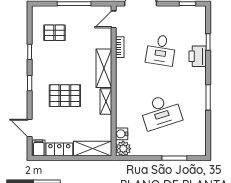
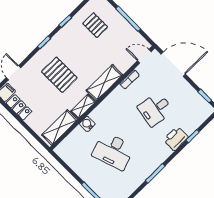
water cooler: (122, 134) -> (87, 124), moved
shelving: (93, 149) -> (60, 127), moved, turned 90
plant: (123, 149) -> (63, 150), removed

